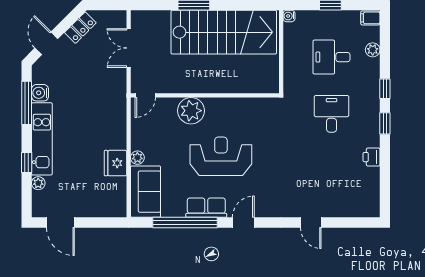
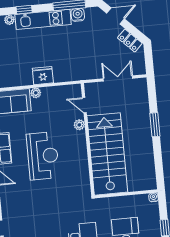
stairs: (224, 32) -> (107, 154), moved, turned 180
door: (145, 95) -> (84, 105), moved
plant: (191, 111) -> (79, 125), width x0.53, depth x0.53
fridge: (115, 163) -> (43, 76), moved

